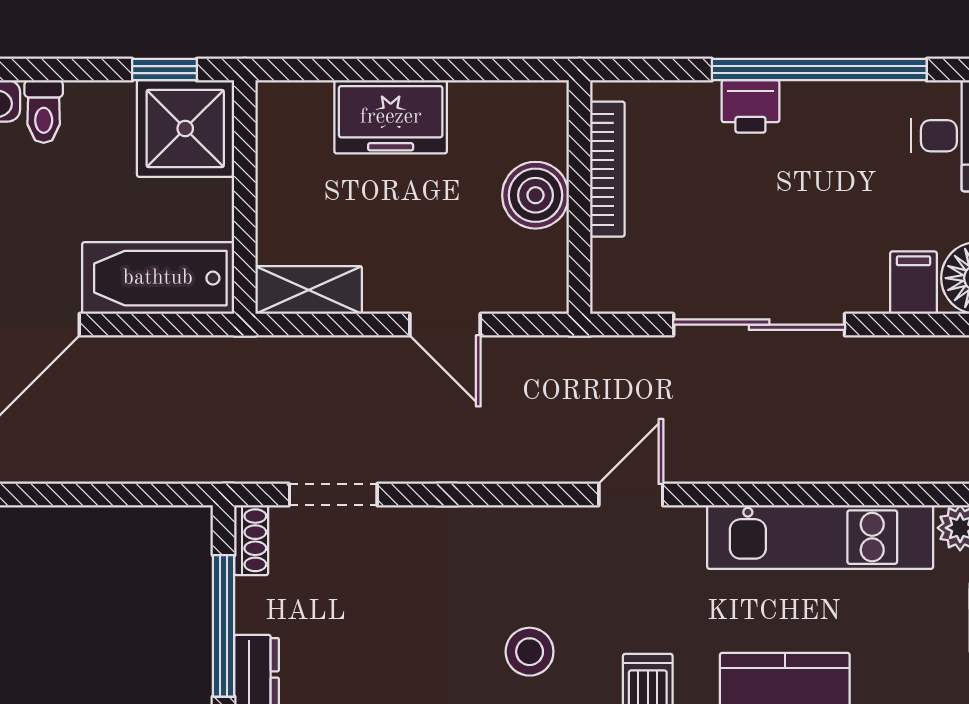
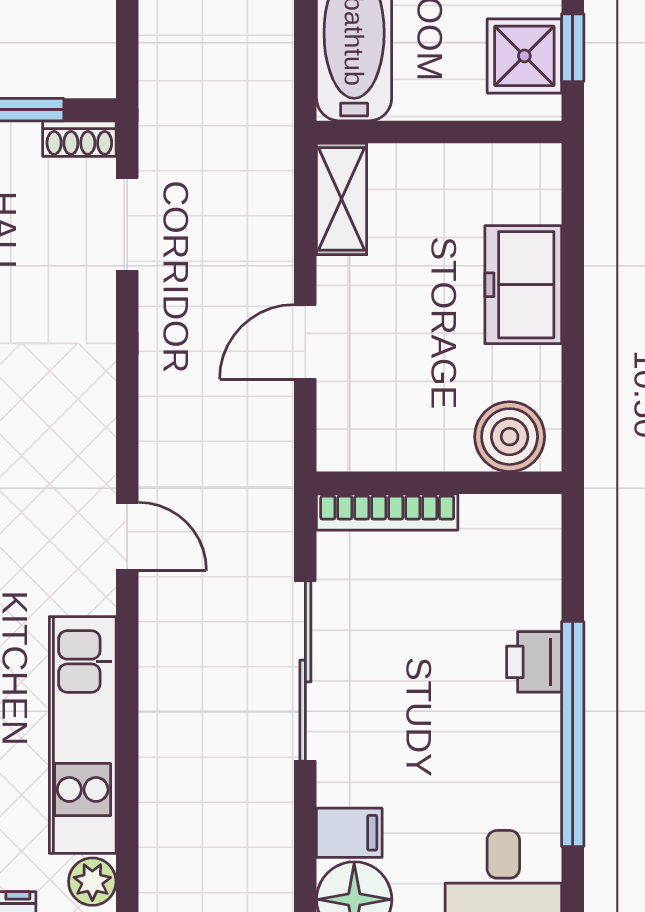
shower: (185, 128) -> (524, 56), width x0.73, depth x0.73
bookcase: (607, 169) -> (387, 512), moved
boiler: (535, 195) -> (510, 437), moved

